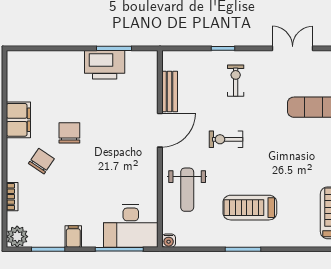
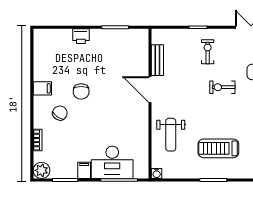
printer: (105, 65) -> (81, 36), moved, width x0.53, depth x0.68
filing cabinet: (18, 120) -> (42, 88), width x0.50
door: (160, 130) -> (150, 89), swing flipped
chair: (69, 133) -> (81, 92), turned 180
exercise bike: (226, 139) -> (222, 87), moved
desk: (131, 226) -> (112, 162), moved

